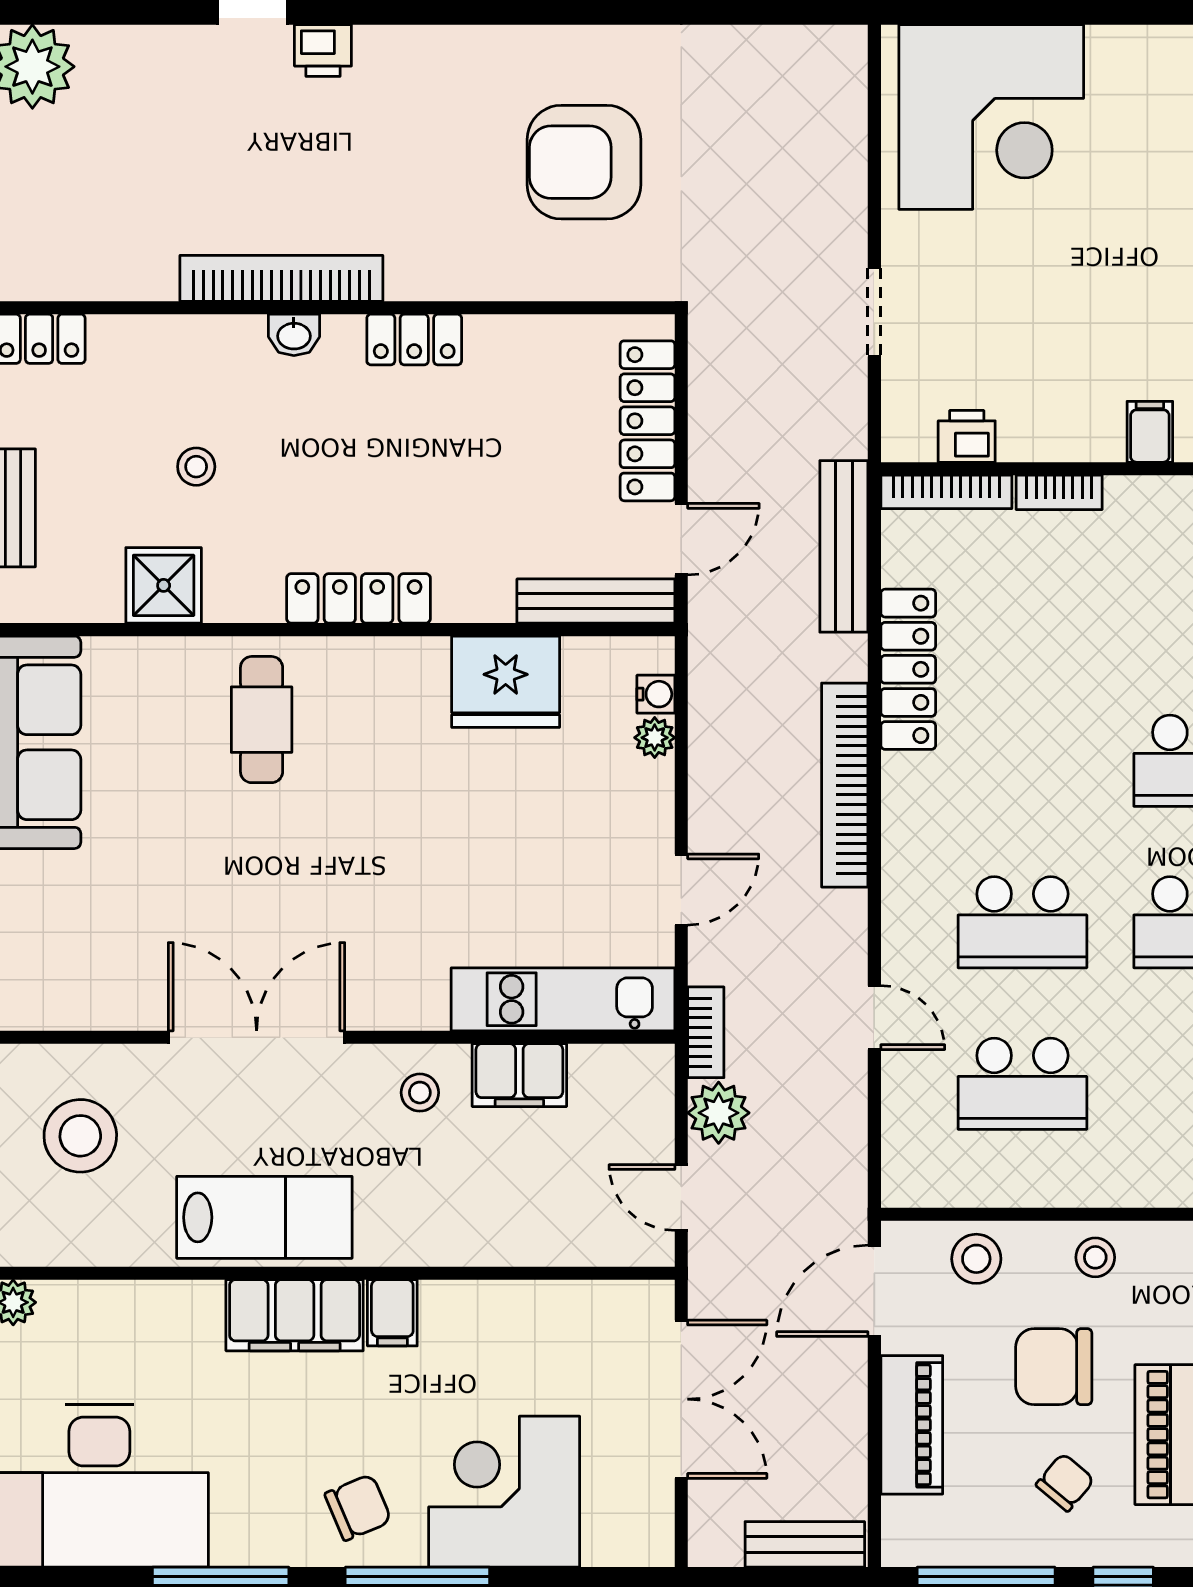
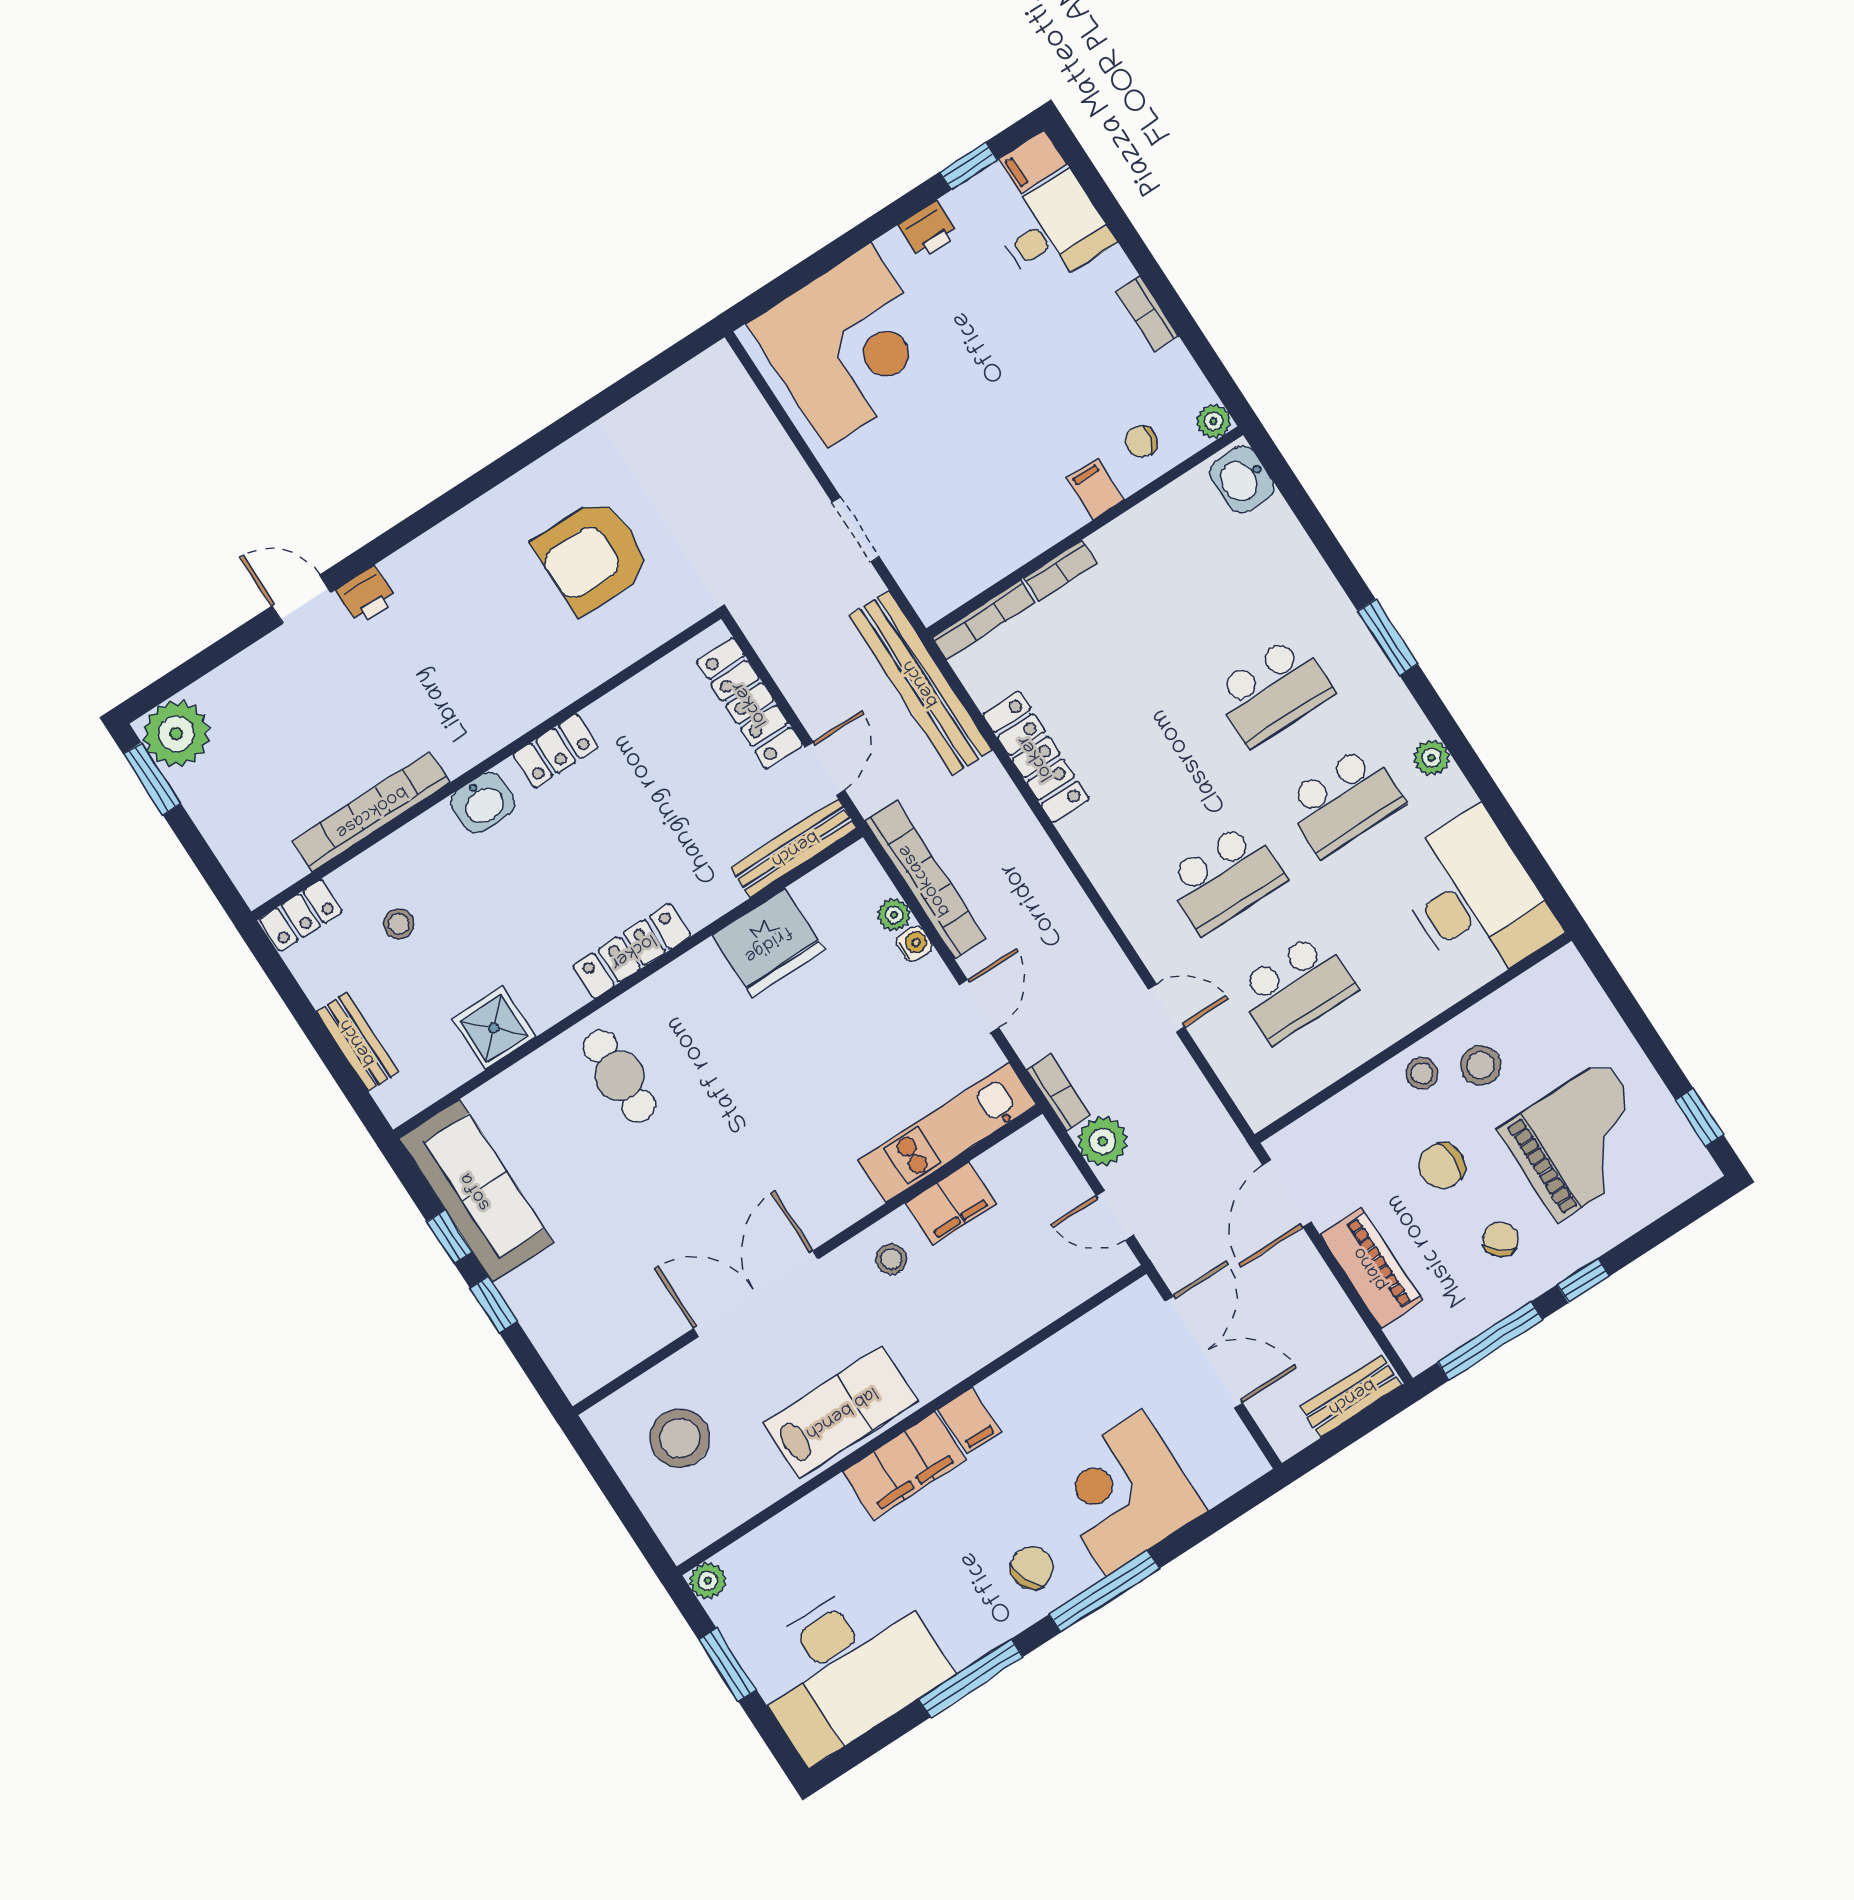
bookcase: (281, 278) -> (371, 811), moved
washbasin: (294, 335) -> (483, 803), width x1.38, depth x1.45
printer: (967, 436) -> (928, 230), moved, turned 180
stool: (196, 467) -> (399, 924), moved
bench: (844, 546) -> (921, 683), width x1.37, depth x1.21
water cooler: (656, 694) -> (914, 944), moved
bookcase: (845, 785) -> (925, 880), moved, turned 180
stool: (976, 1259) -> (1481, 1065), moved
chair: (1054, 1367) -> (1442, 1166), width x0.73, depth x0.73

